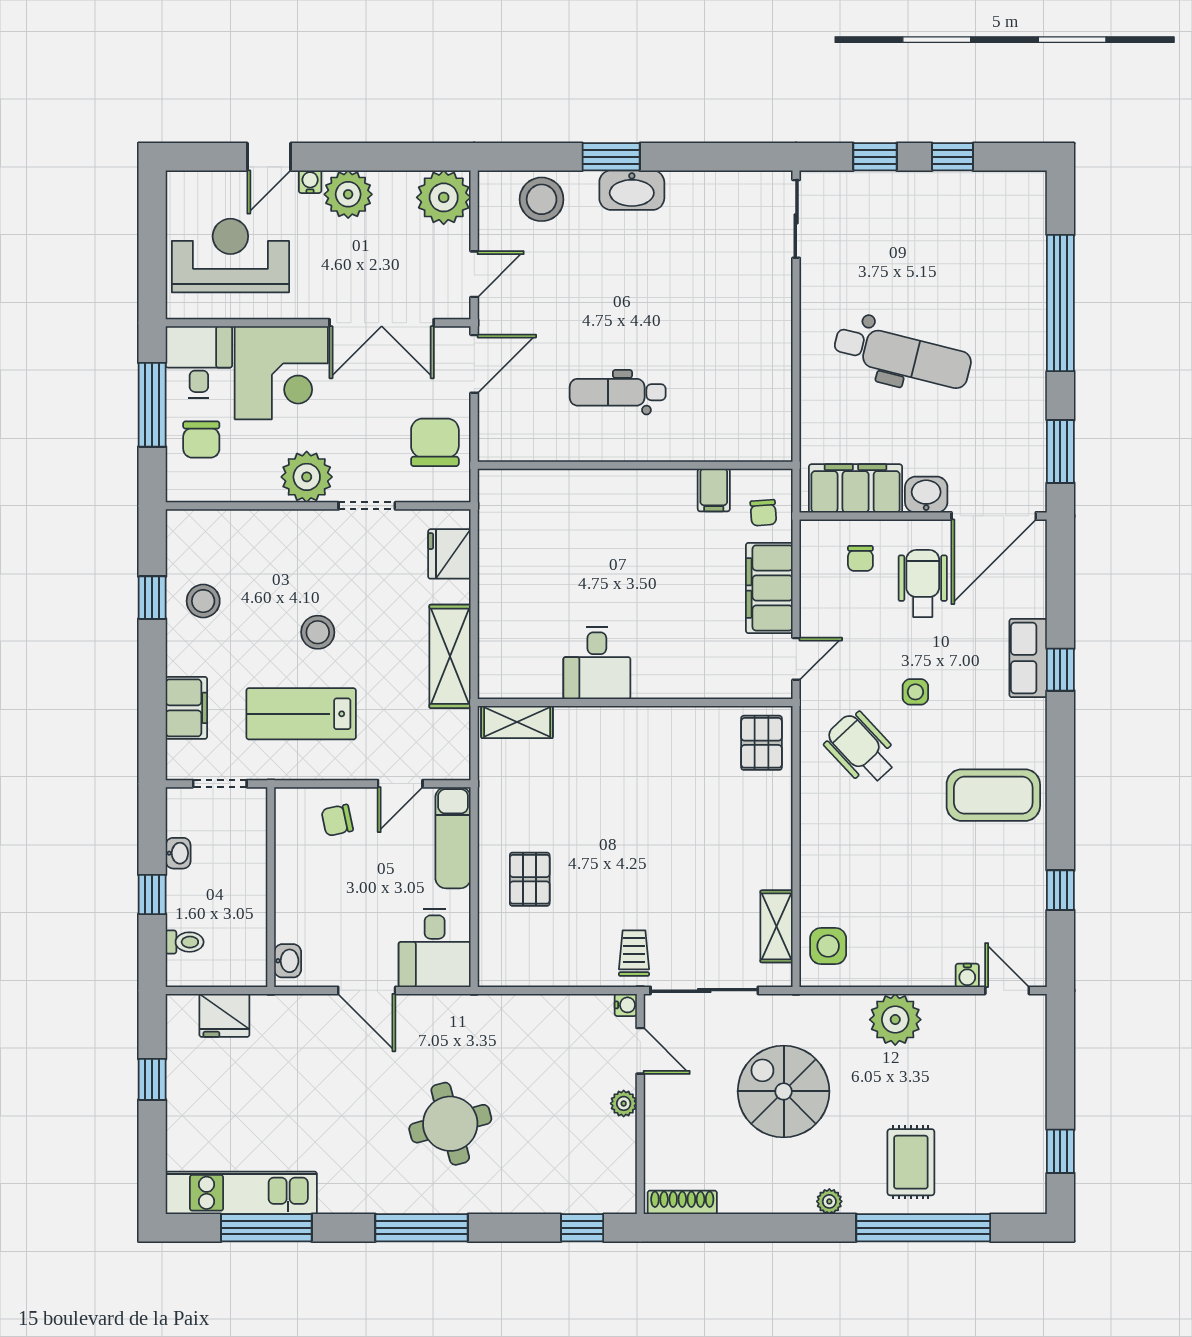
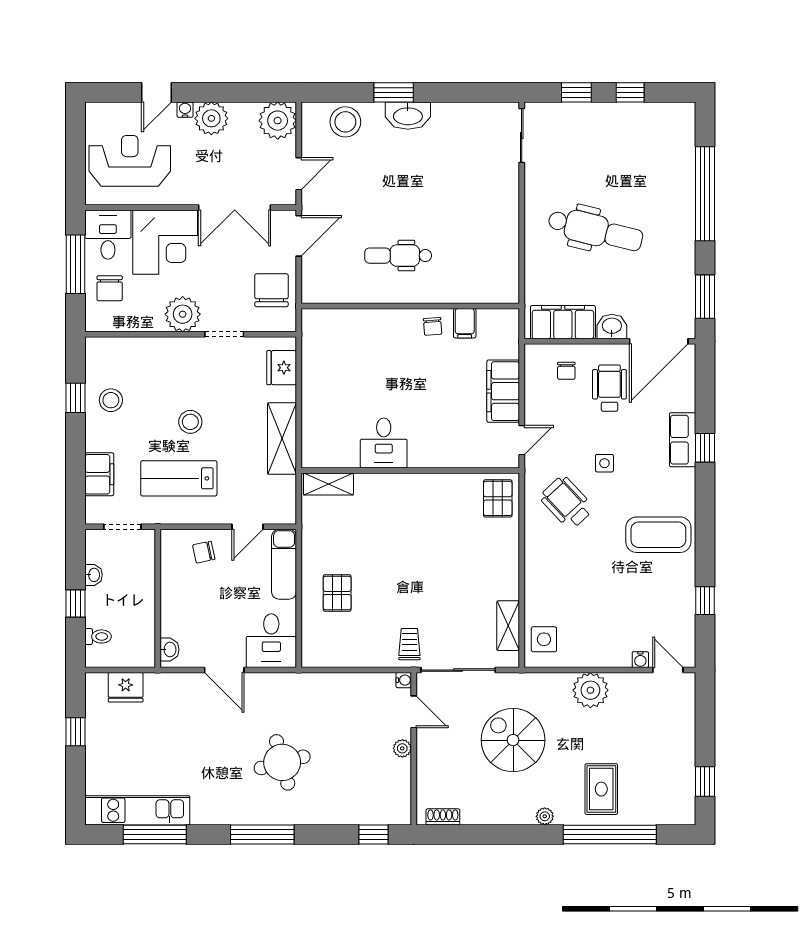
chair: (763, 513) -> (433, 326), moved
shoe rack: (682, 1202) -> (443, 817), width x0.70

